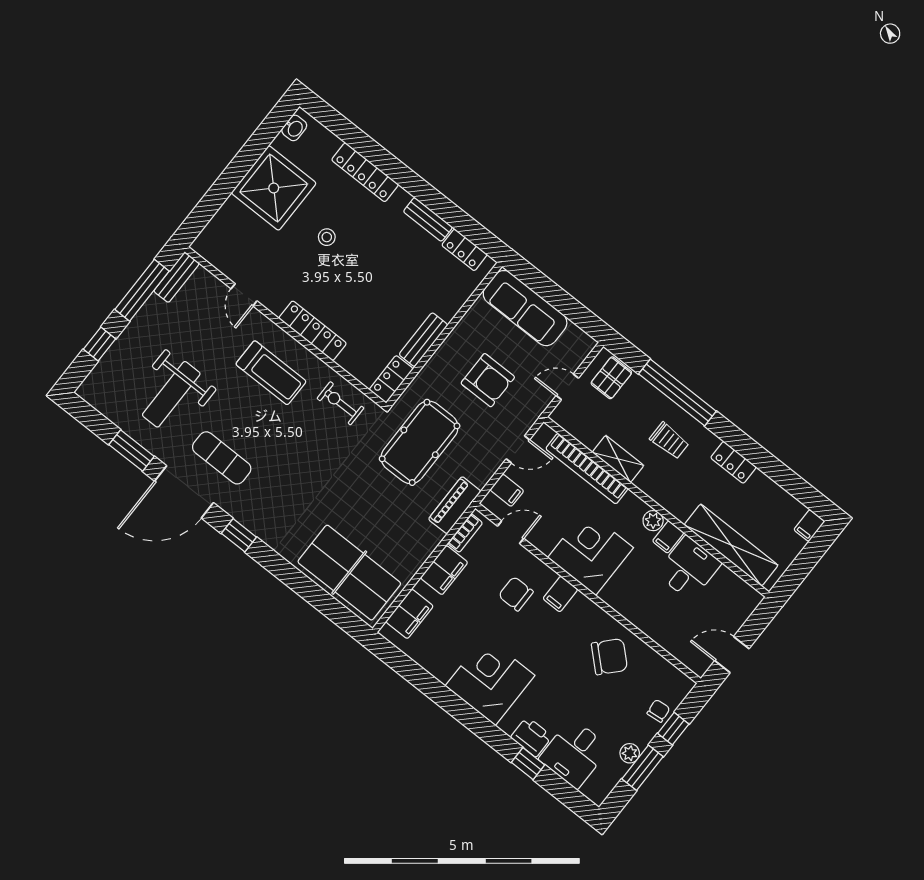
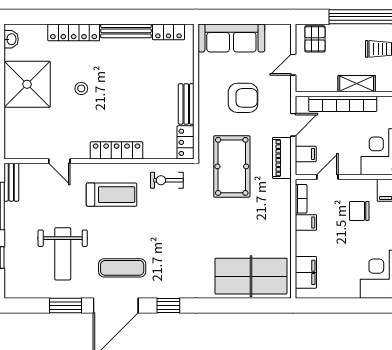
bench: (428, 219) -> (126, 31), width x1.36
piano: (455, 505) -> (282, 158), moved
filing cabinet: (444, 570) -> (306, 222), width x0.50

